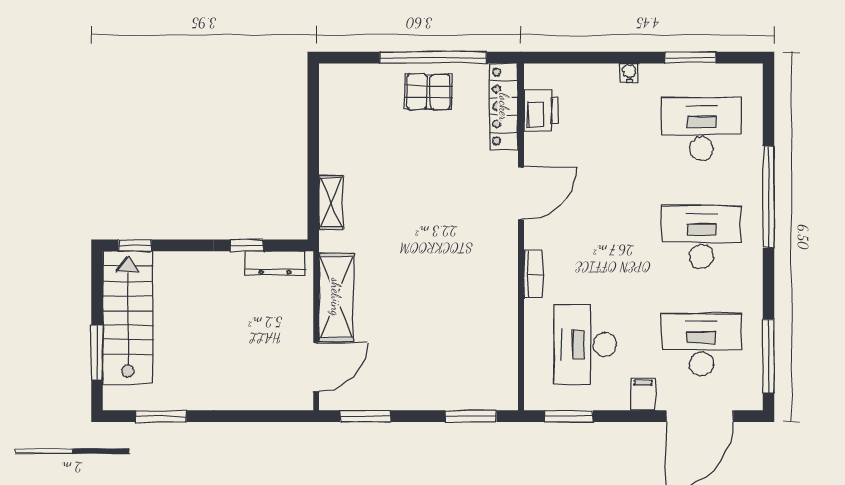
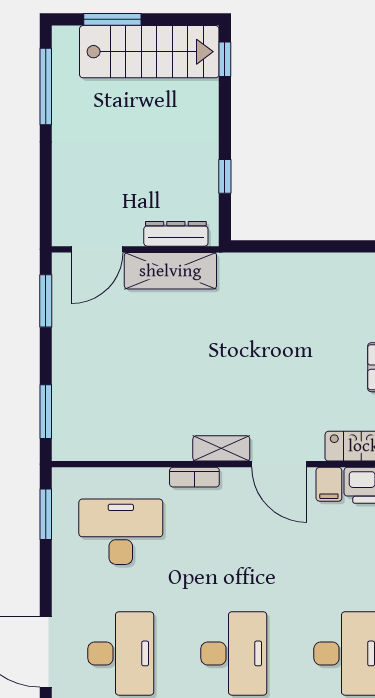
shelving: (331, 202) -> (221, 448), moved
dresser: (275, 263) -> (176, 234), moved, turned 90
door: (316, 367) -> (97, 249), hinge flipped
filing cabinet: (643, 394) -> (329, 484), moved, turned 90
window: (161, 416) -> (46, 86), width x1.44

